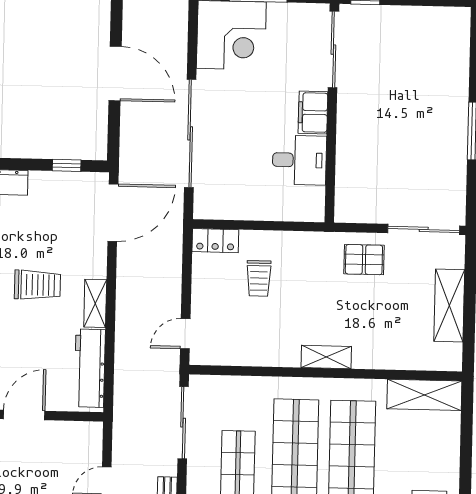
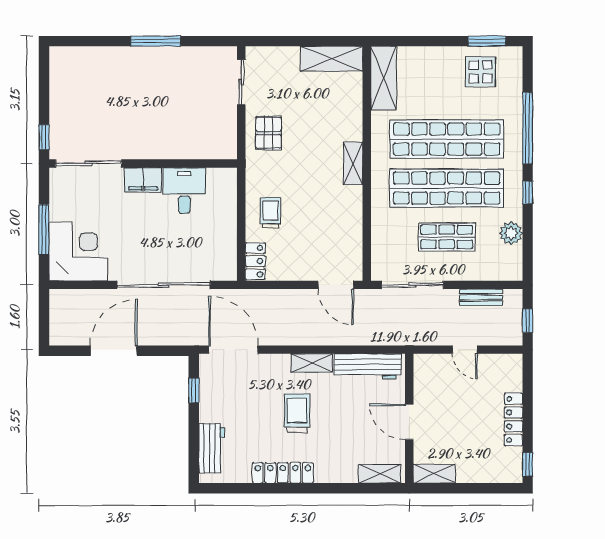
sliding door: (424, 229) -> (241, 82), width x0.73
trolley: (259, 278) -> (270, 213), moved, turned -90
shelving: (449, 306) -> (332, 59), moved
door: (185, 334) -> (336, 285), width x1.37

